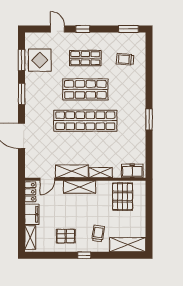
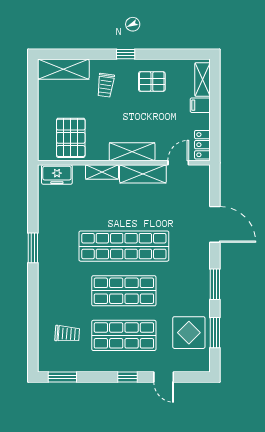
shop shelf: (85, 58) -> (124, 335), width x1.43, depth x1.36
filing cabinet: (32, 214) -> (200, 105), width x0.50

